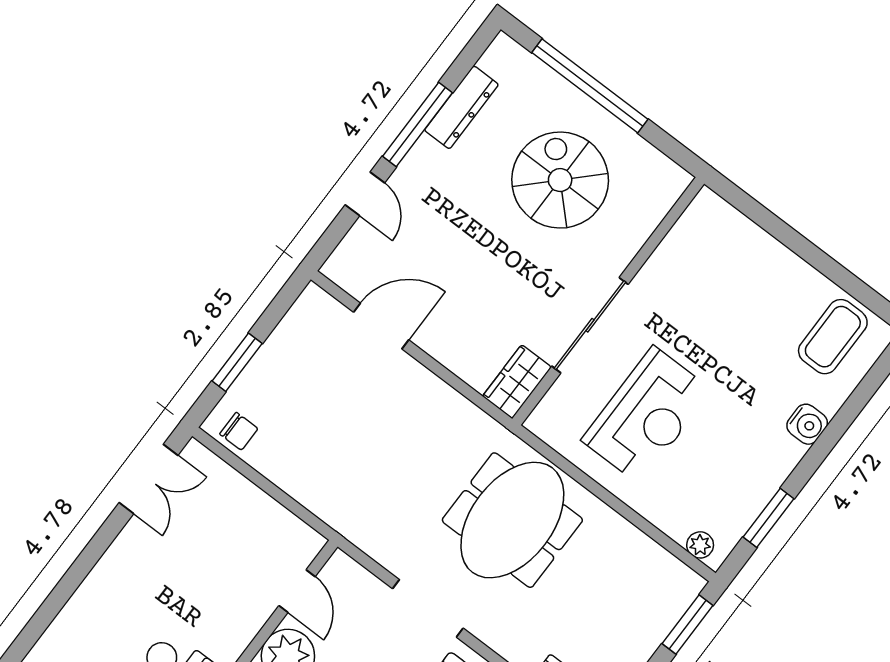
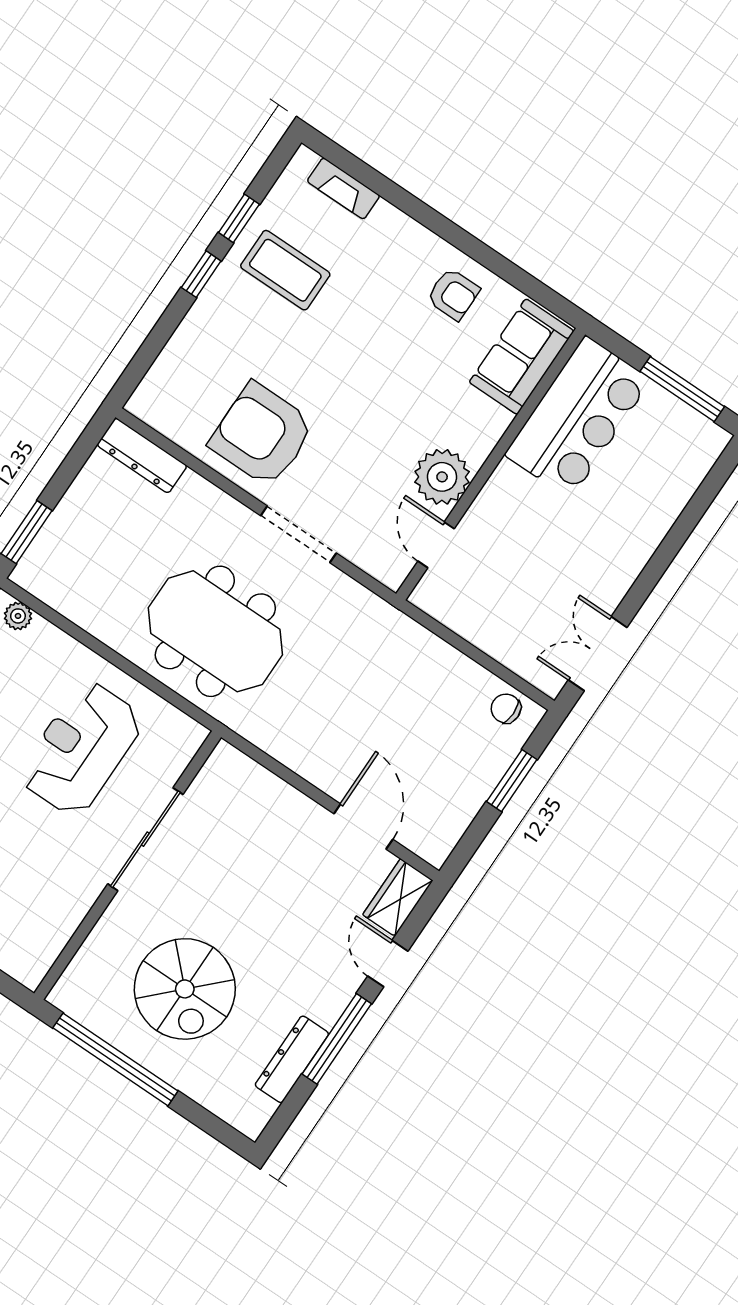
window: (590, 86) -> (115, 1059), moved
door: (381, 326) -> (363, 827), swing flipped
wardrobe: (517, 382) -> (398, 898), moved, turned 180
meeting table: (512, 520) -> (215, 631), turned 90

